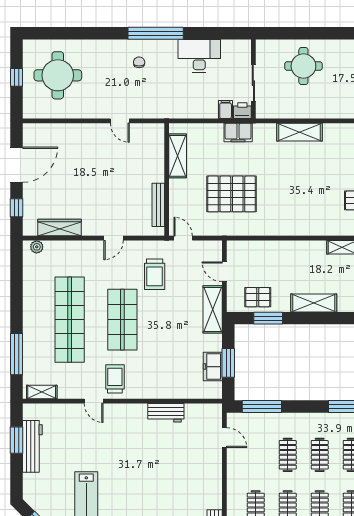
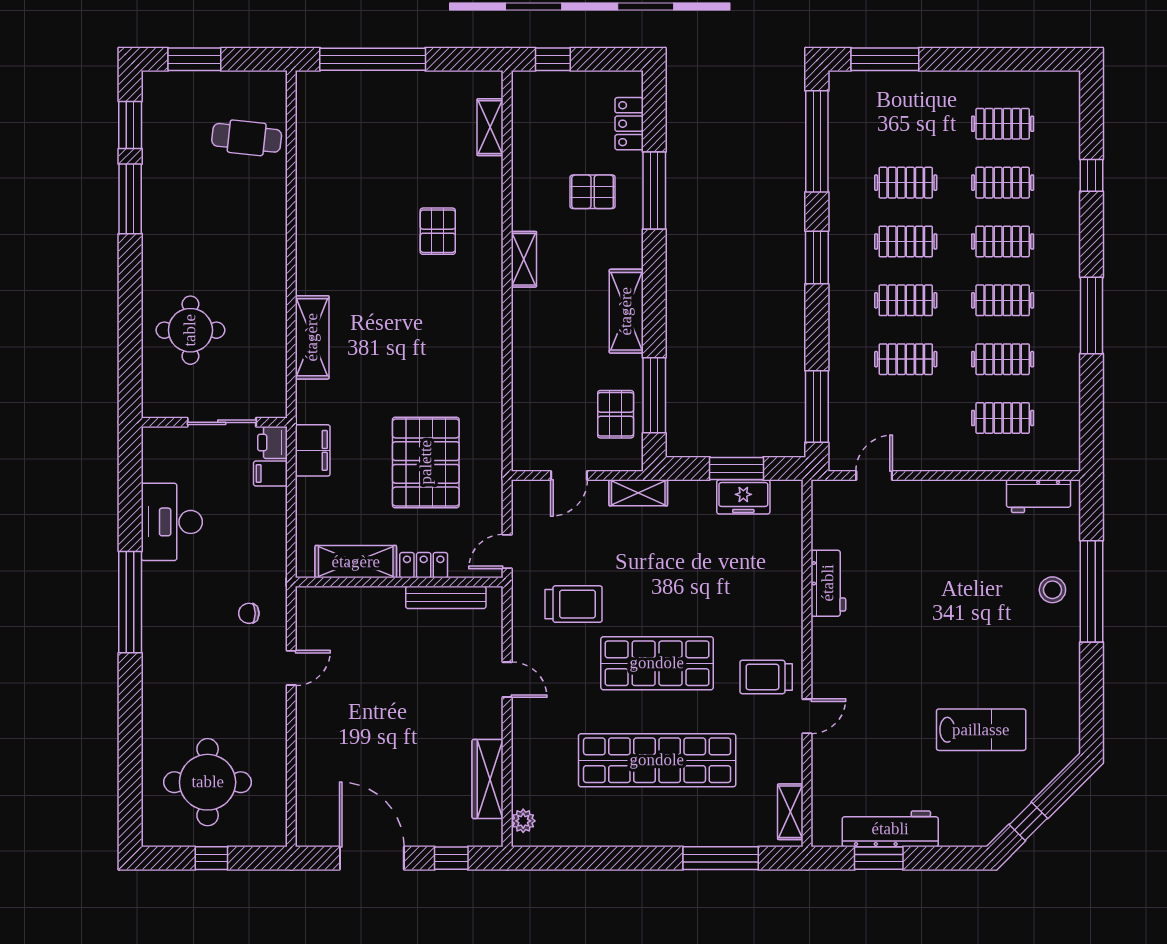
chair: (139, 62) -> (249, 613), moved
locker: (176, 193) -> (424, 565), added
shelving: (213, 309) -> (638, 493), width x0.67, depth x0.75
window: (268, 318) -> (654, 395), width x1.44

